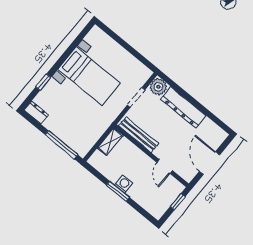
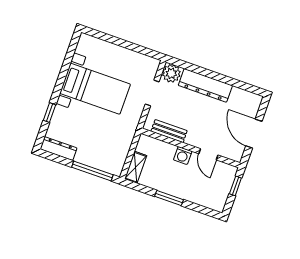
dresser: (36, 112) -> (58, 149), width x1.44
bench: (139, 135) -> (169, 131), width x0.73
shelving: (110, 142) -> (136, 167), moved
washing machine: (124, 184) -> (183, 155), moved, turned 180

